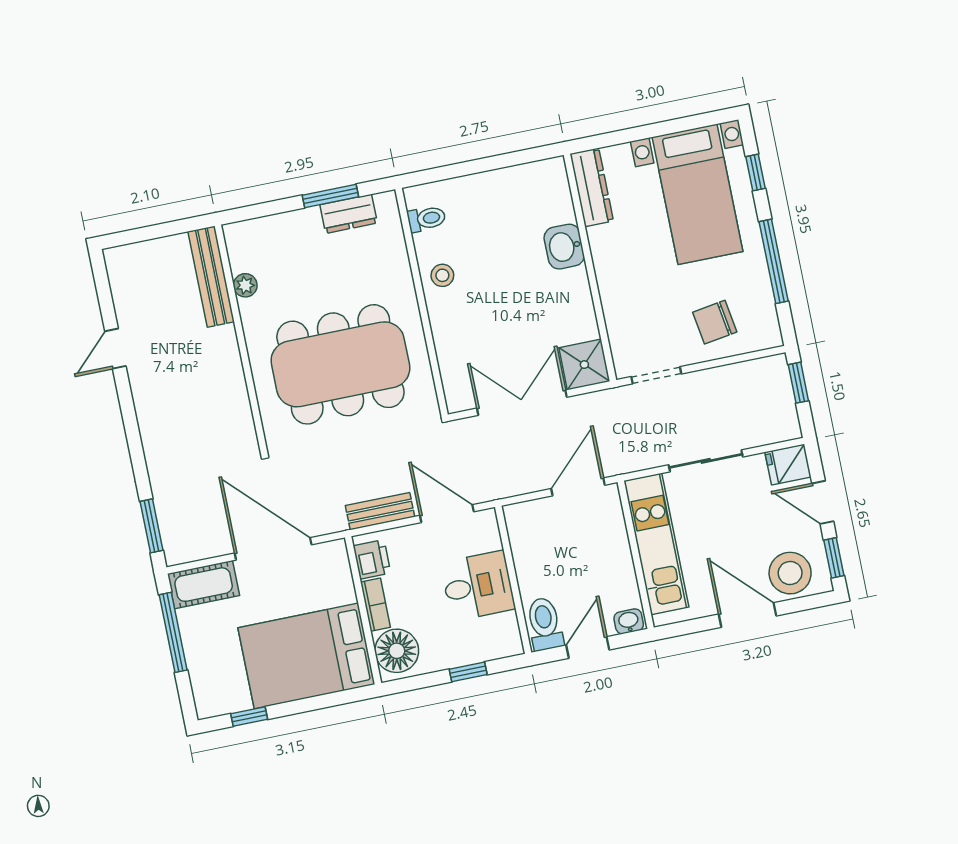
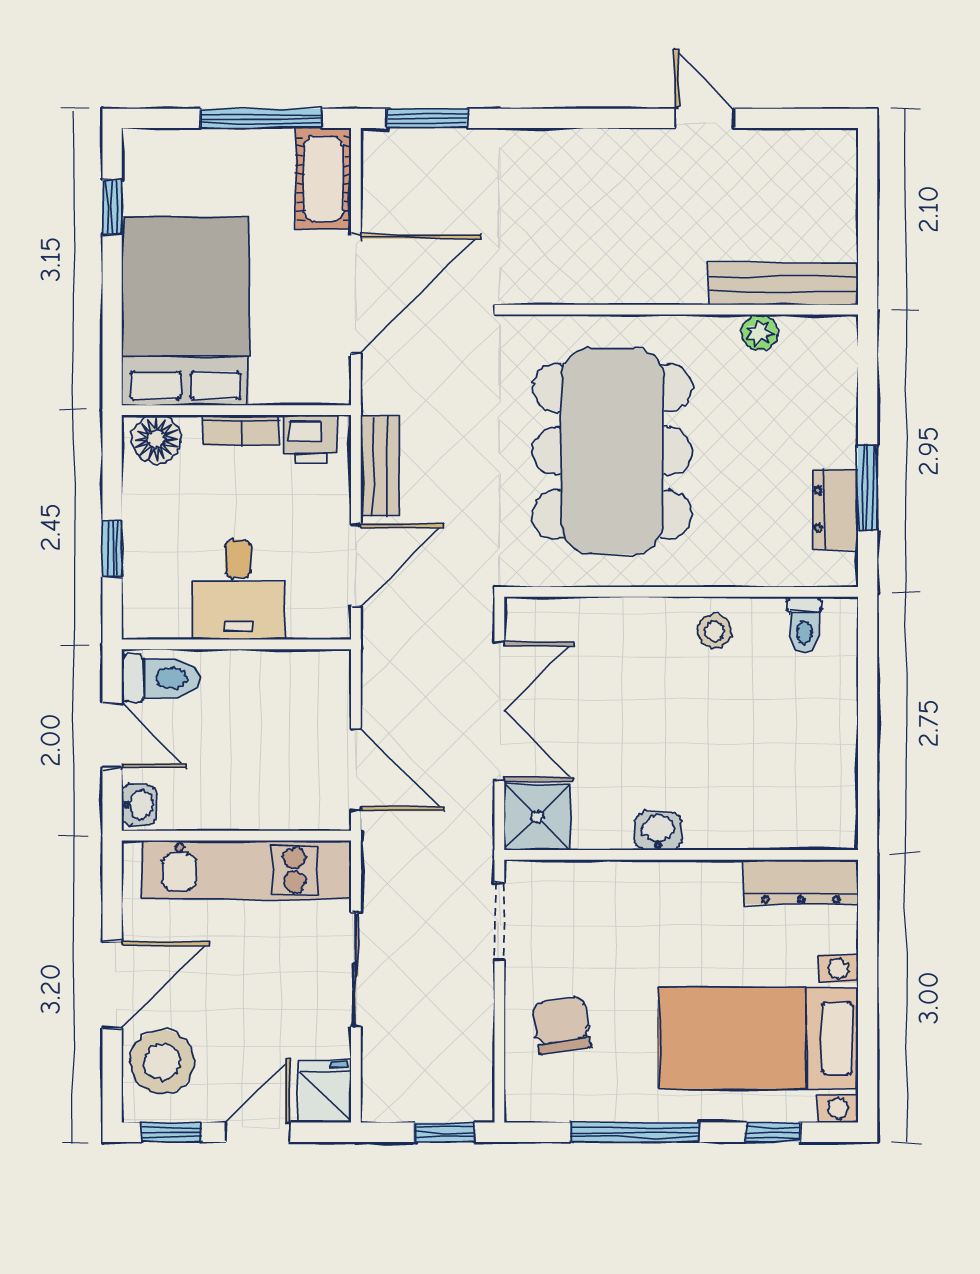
washbasin: (564, 247) -> (658, 831), moved, width x0.72, depth x0.69
floor lamp: (397, 651) -> (156, 439), width x0.73, depth x0.73

